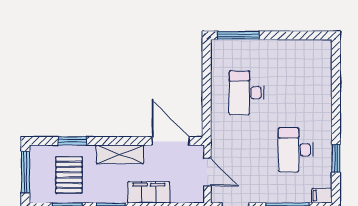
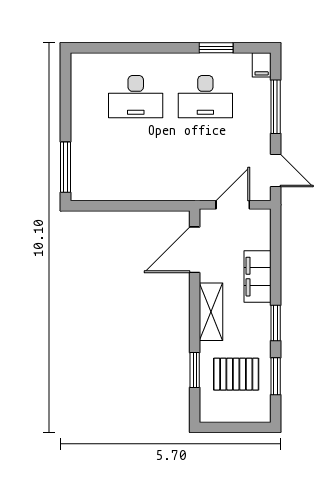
desk: (247, 93) -> (136, 97), moved
window: (25, 172) -> (233, 427), removed

